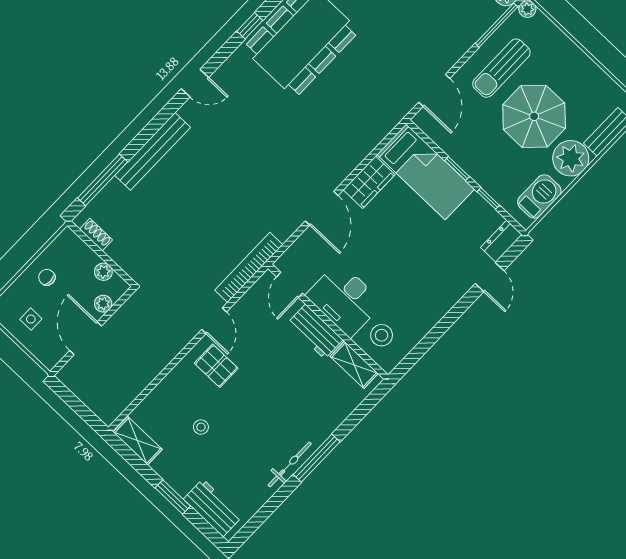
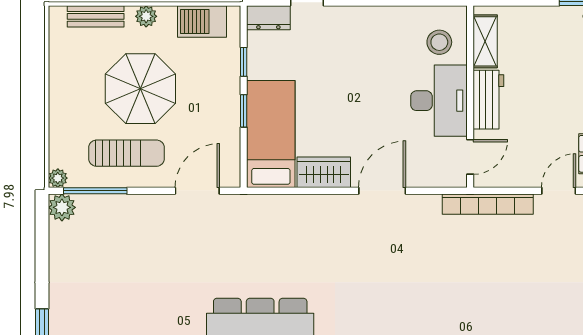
plant: (571, 158) -> (146, 16), width x0.53, depth x0.53

